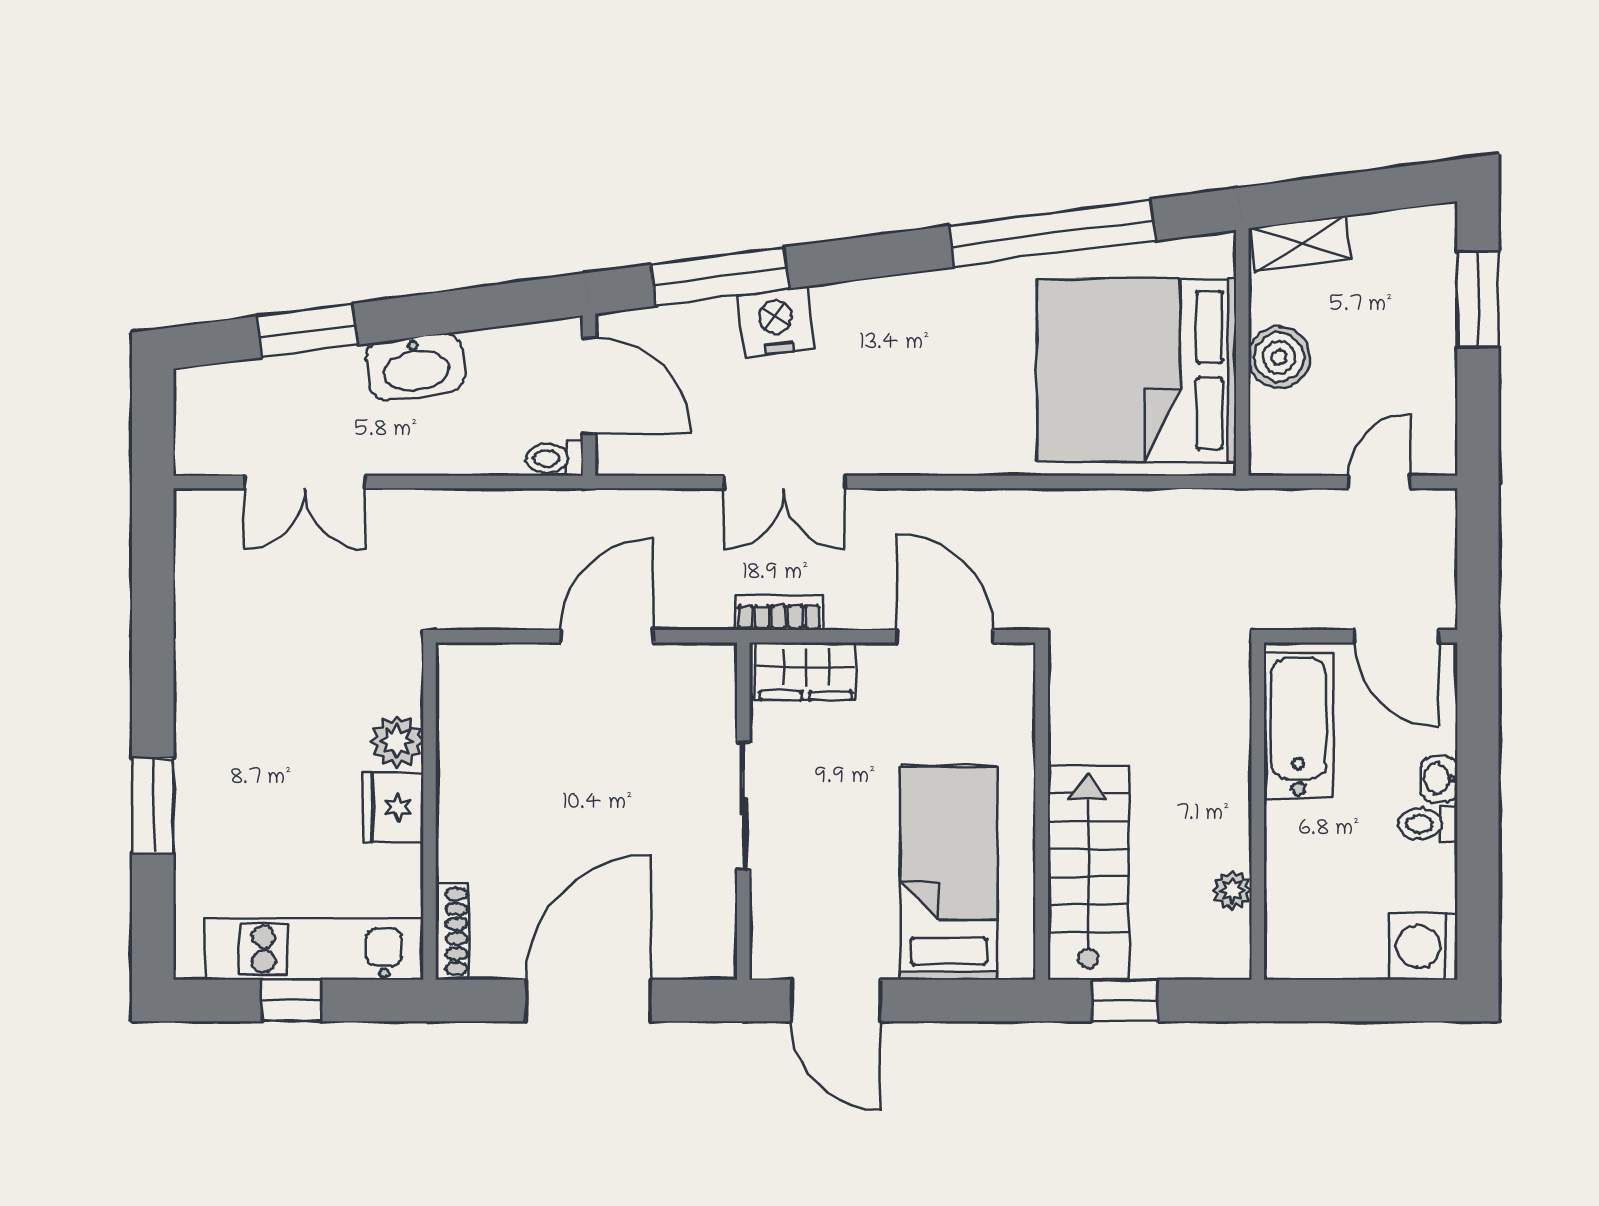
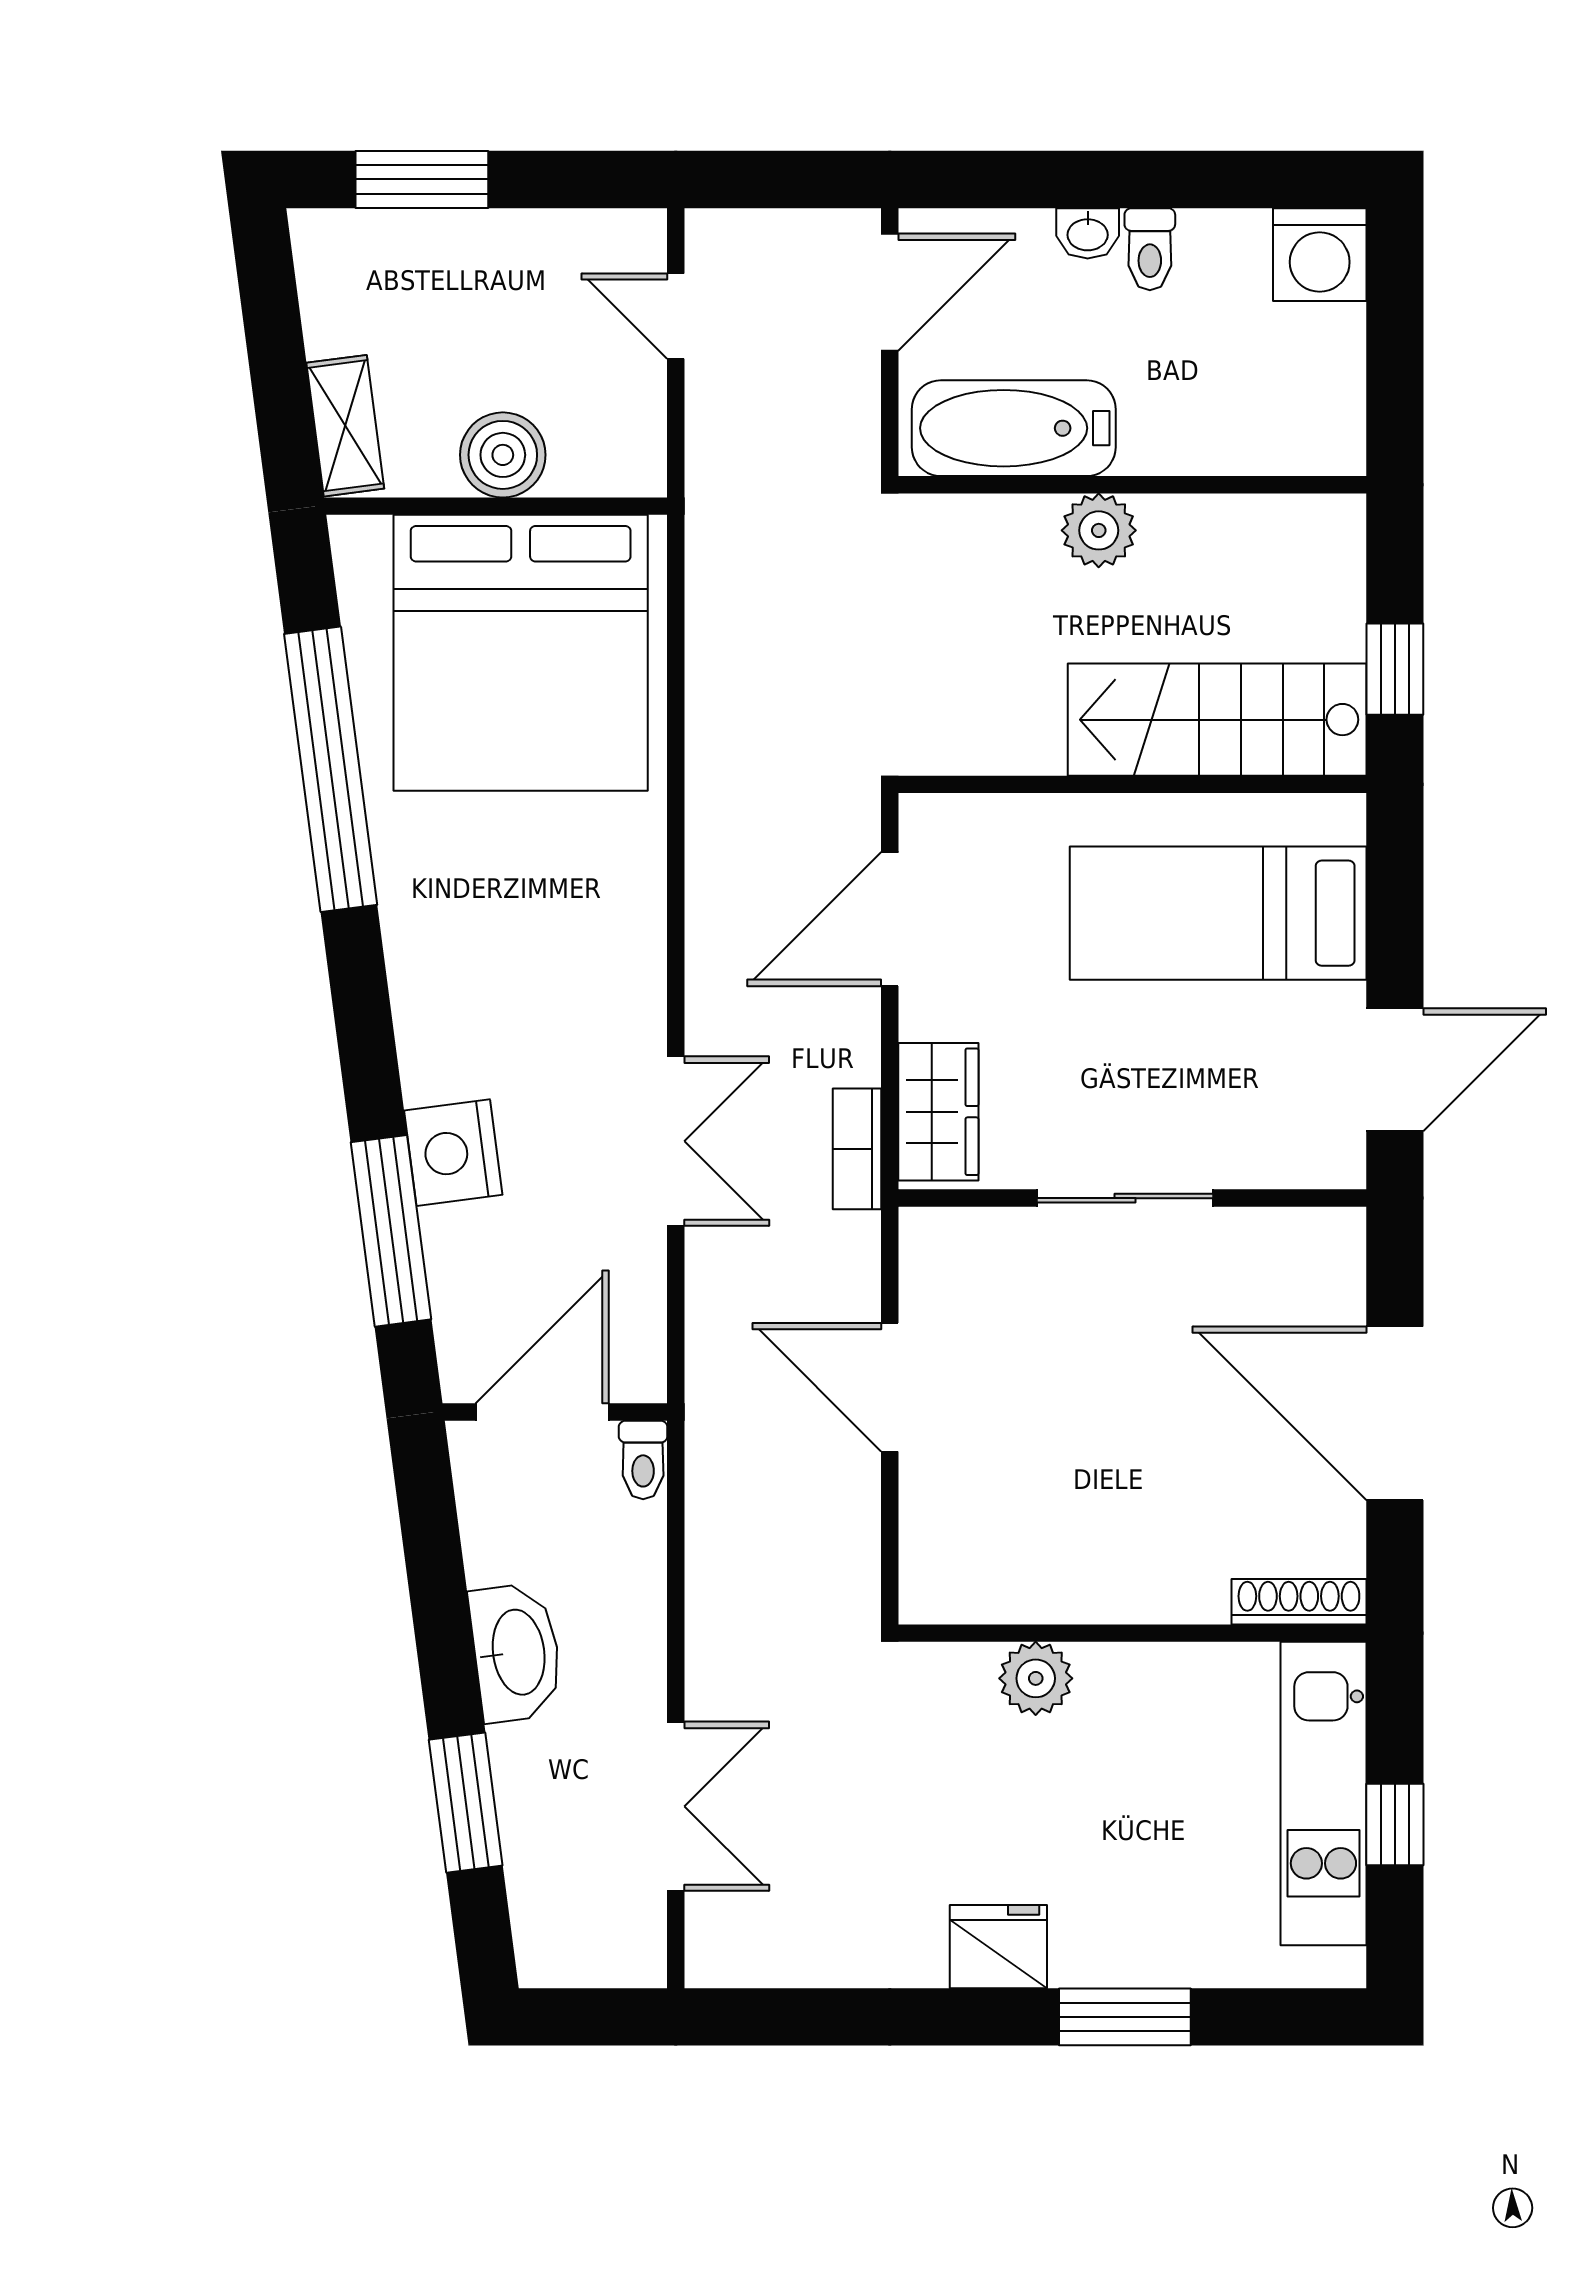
fridge: (393, 807) -> (998, 1947), moved, turned 180
plant: (1232, 891) -> (1099, 530), moved, width x1.38, depth x1.38

